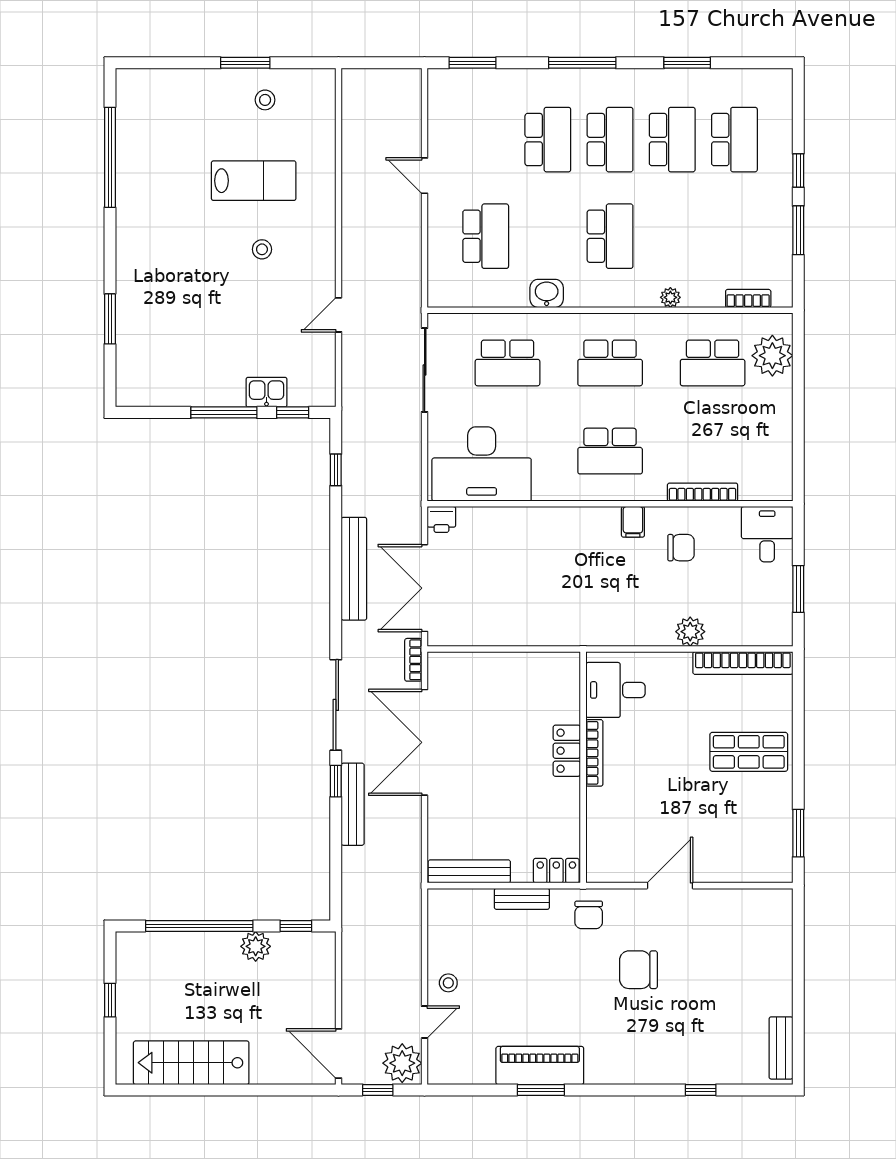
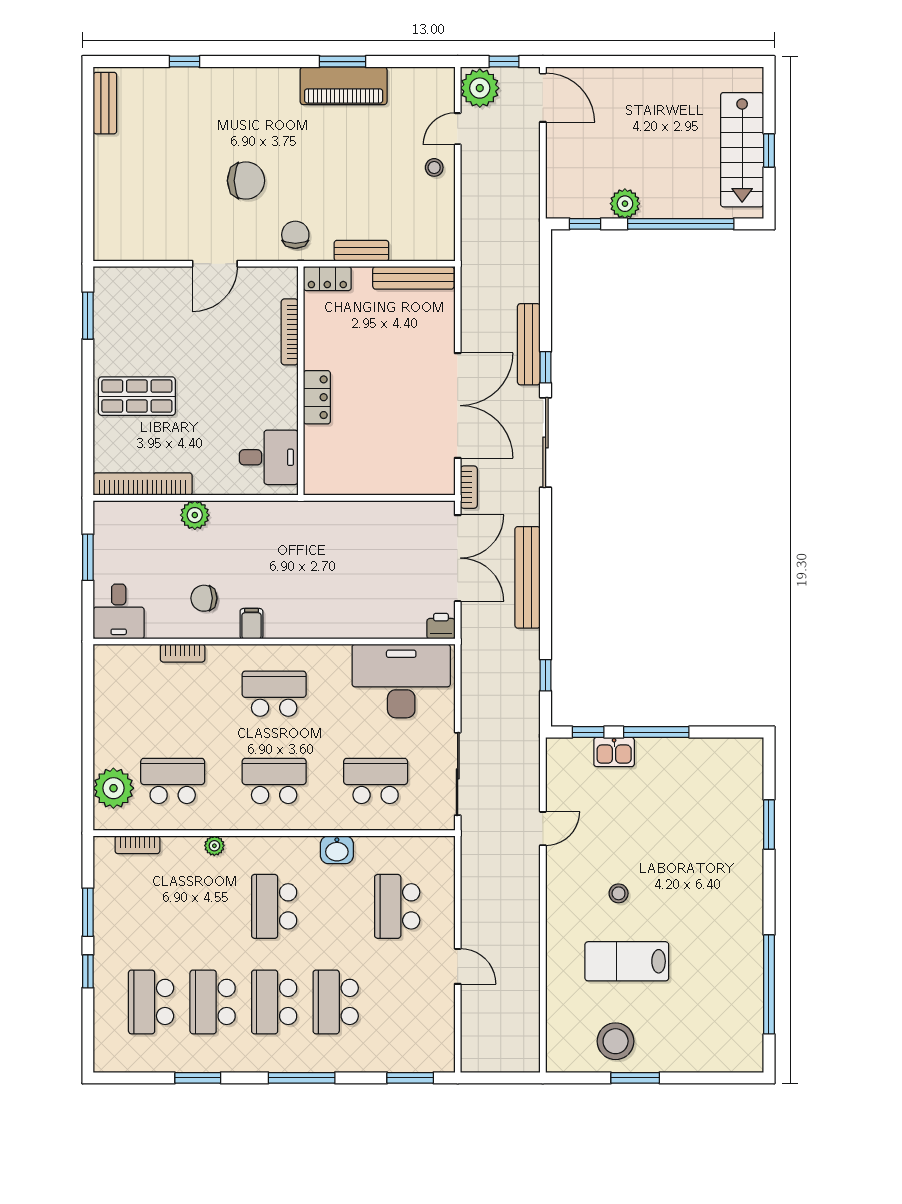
stool: (265, 100) -> (616, 1041), width x1.89, depth x1.89
bookcase: (703, 492) -> (183, 653), width x0.64
bookcase: (594, 753) -> (290, 332), moved
stairs: (191, 1063) -> (742, 150), moved, turned 90

